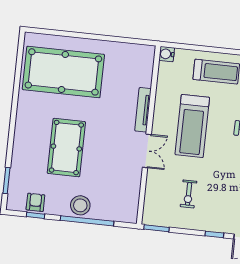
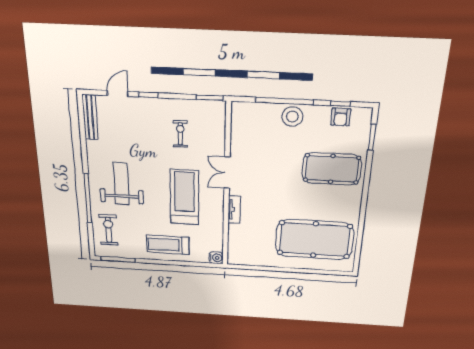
tv unit: (143, 110) -> (234, 210), width x0.71
pool table: (66, 148) -> (332, 169), moved, turned 90

